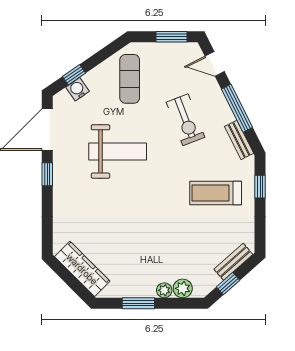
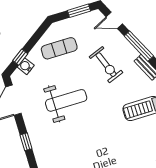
exercise mat: (130, 79) -> (59, 48), turned 90
window: (47, 174) -> (26, 142), moved

